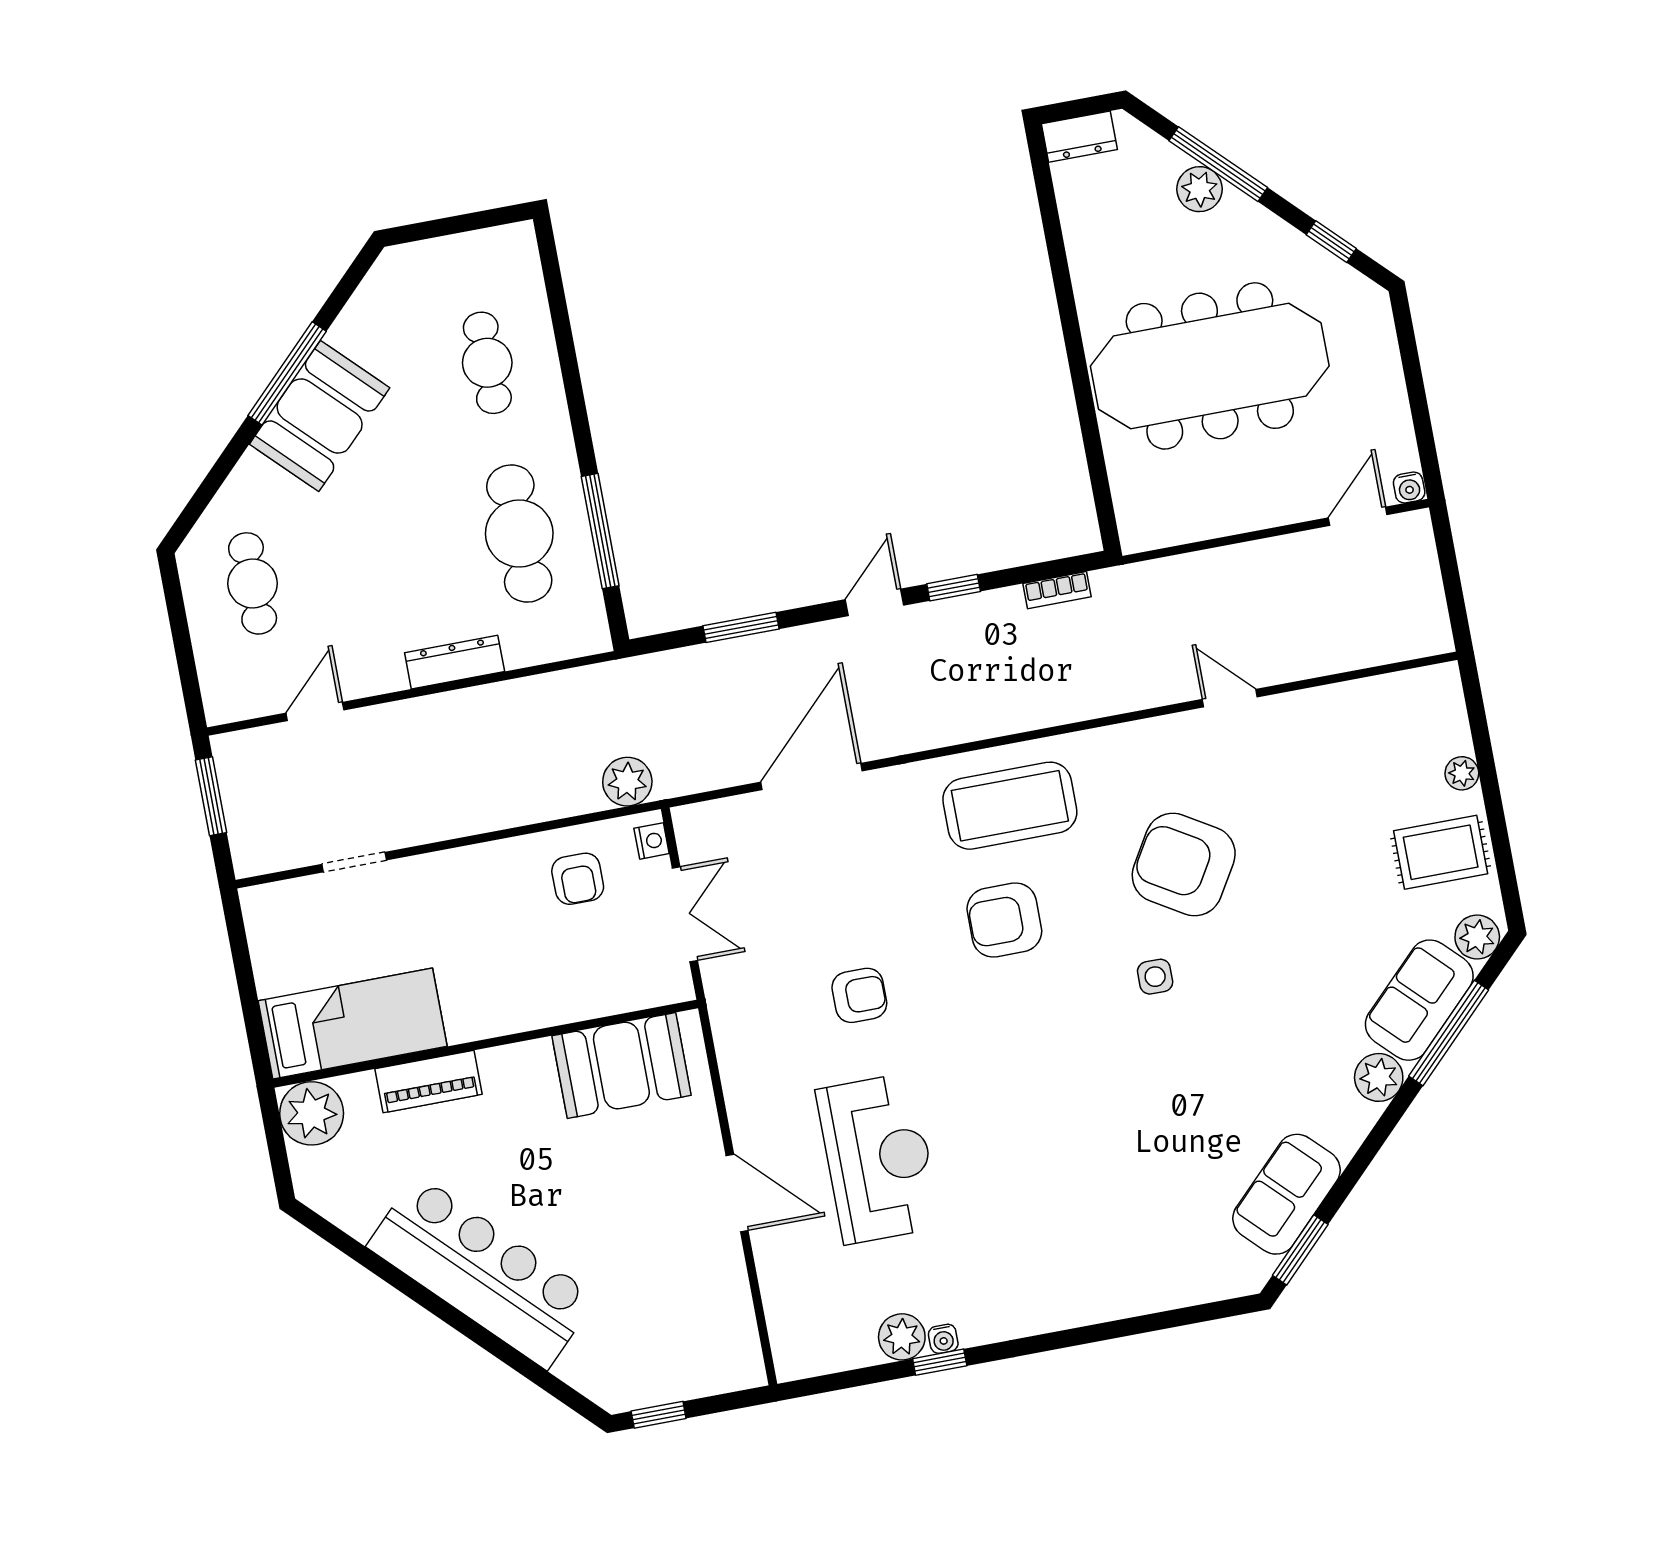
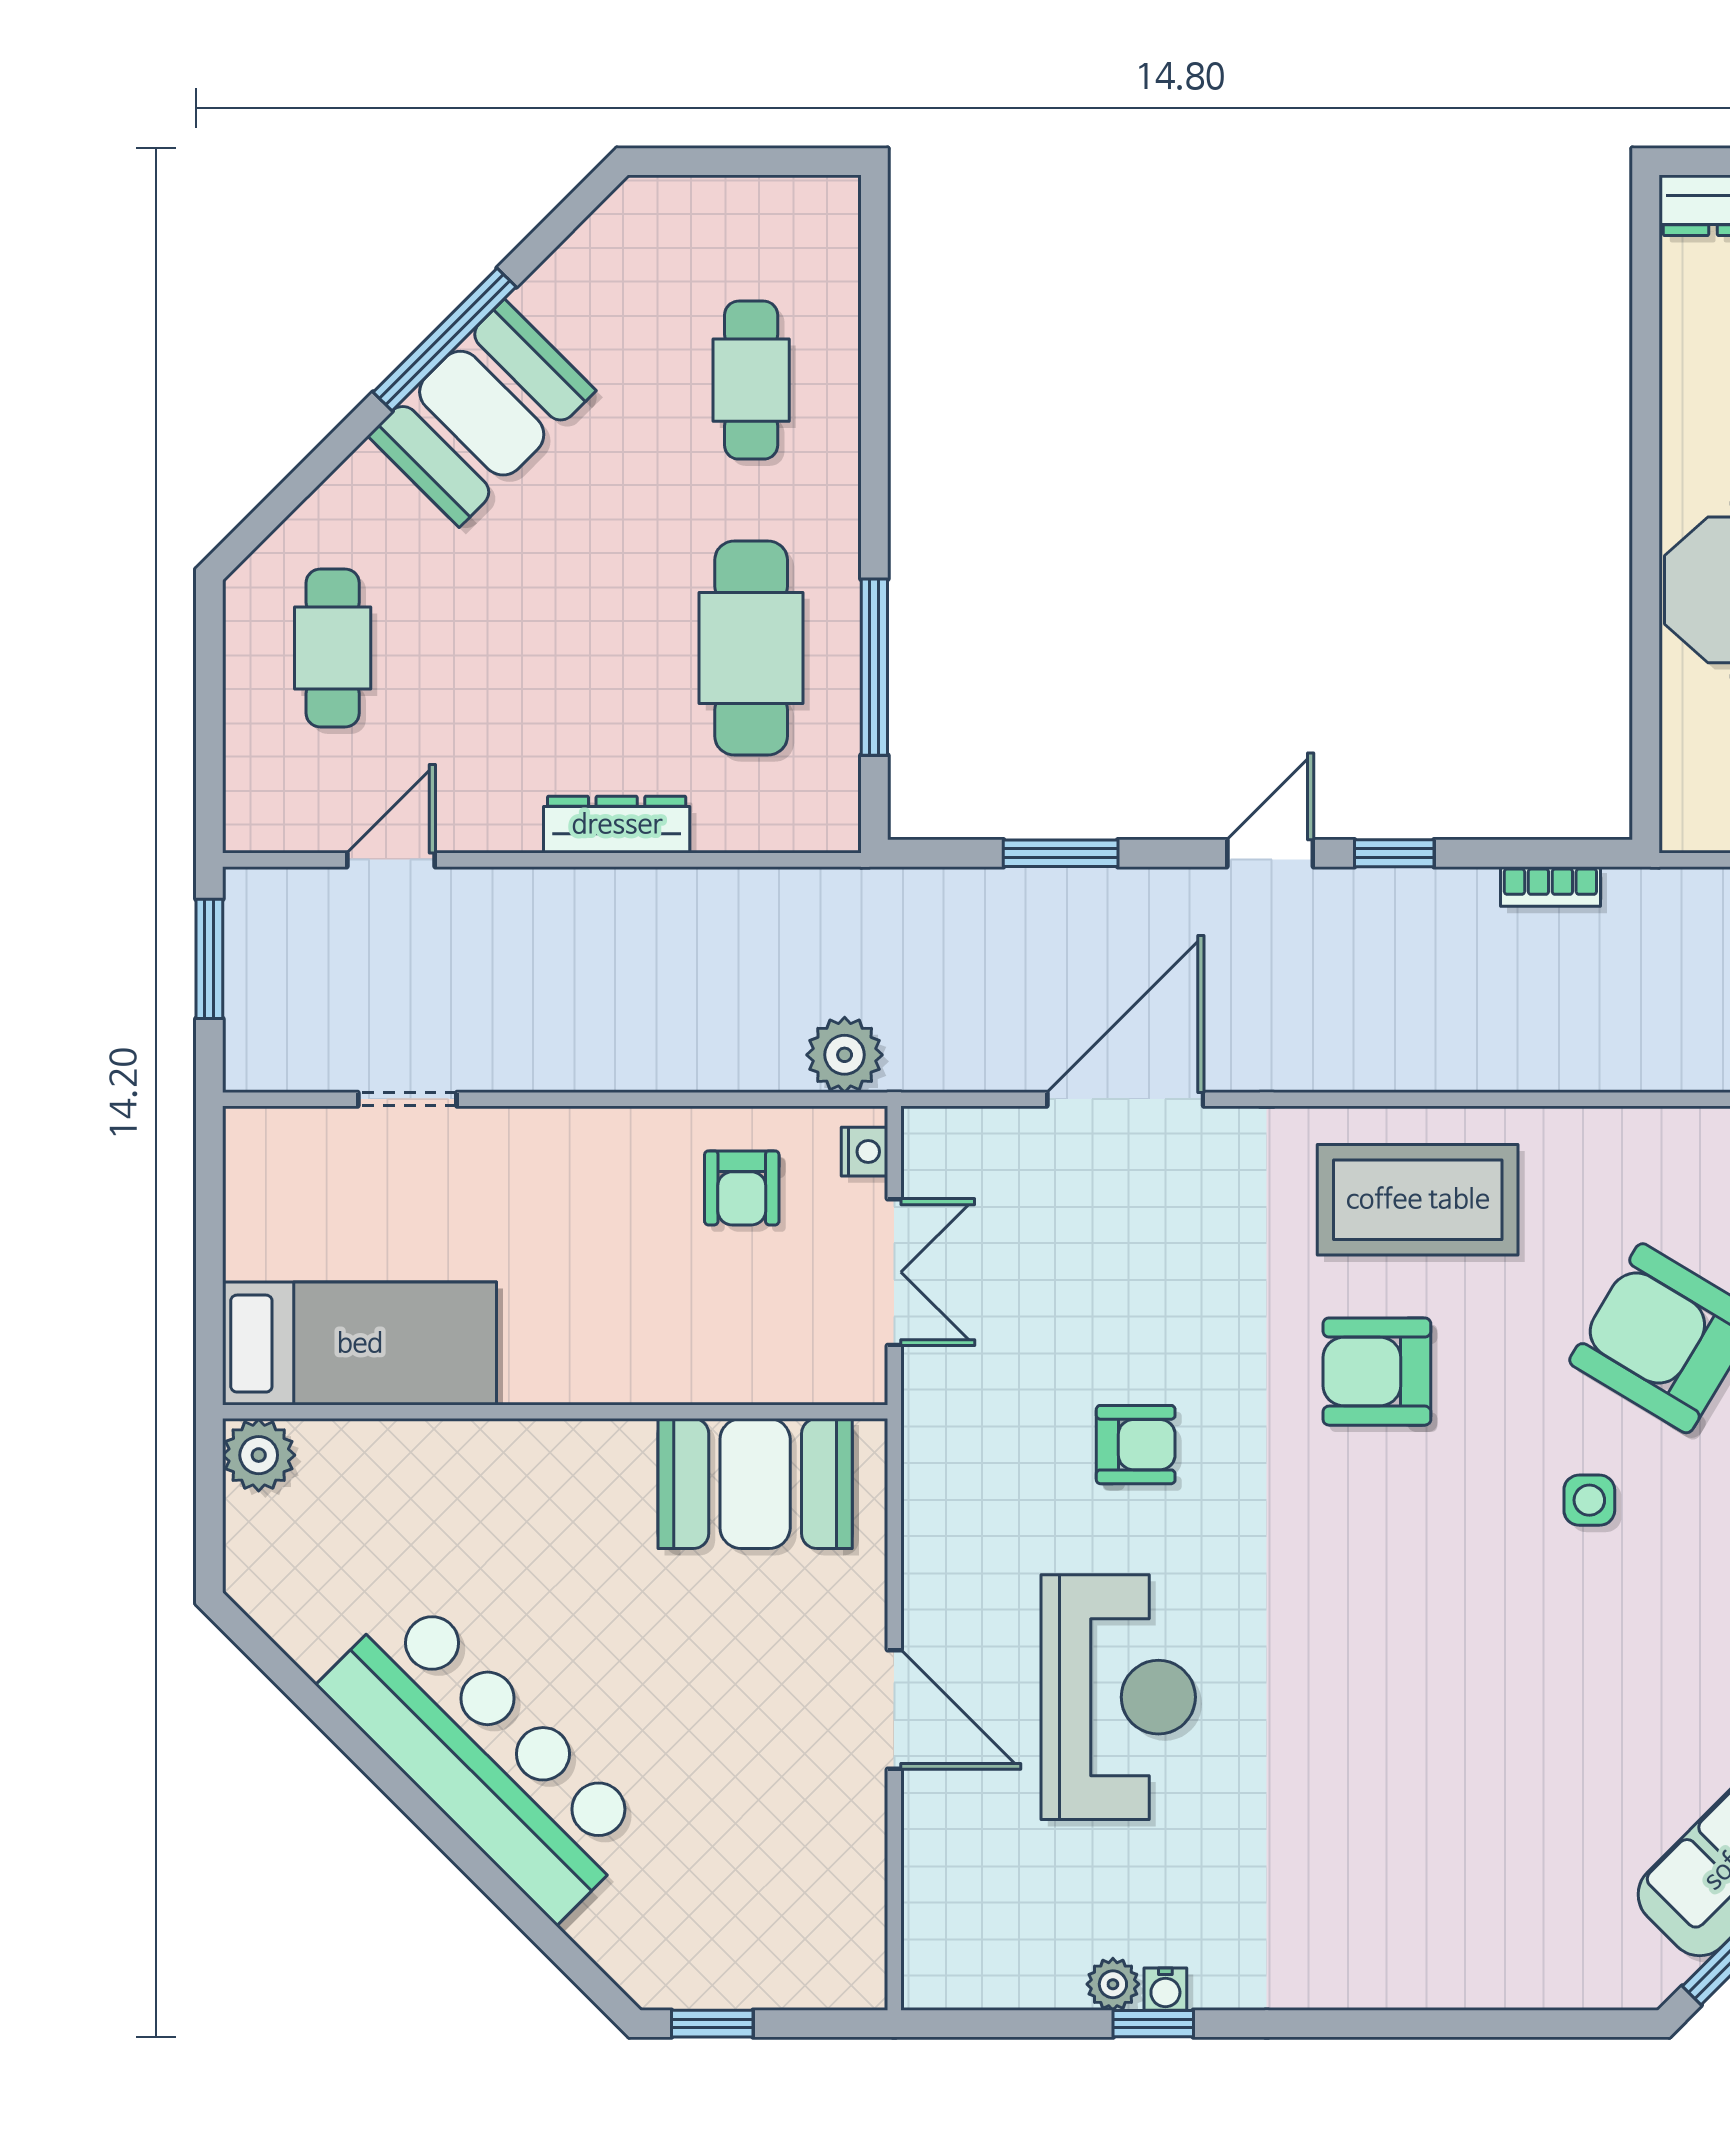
piano: (429, 1082) -> (458, 1453), removed
plant: (312, 1113) -> (259, 1455), width x0.73, depth x0.73
plant: (902, 1337) -> (1113, 1984), width x0.73, depth x0.73

